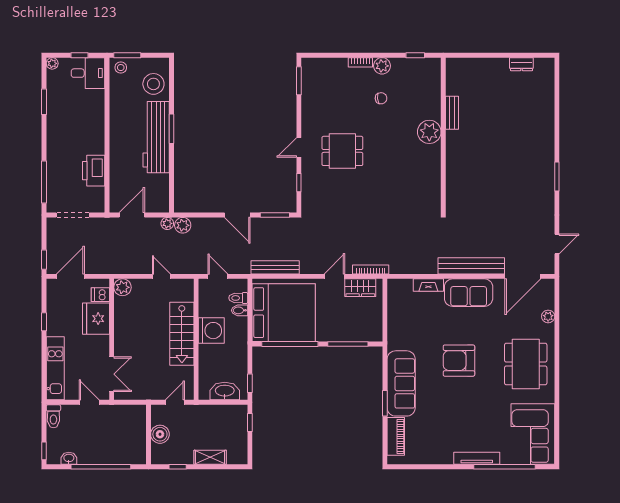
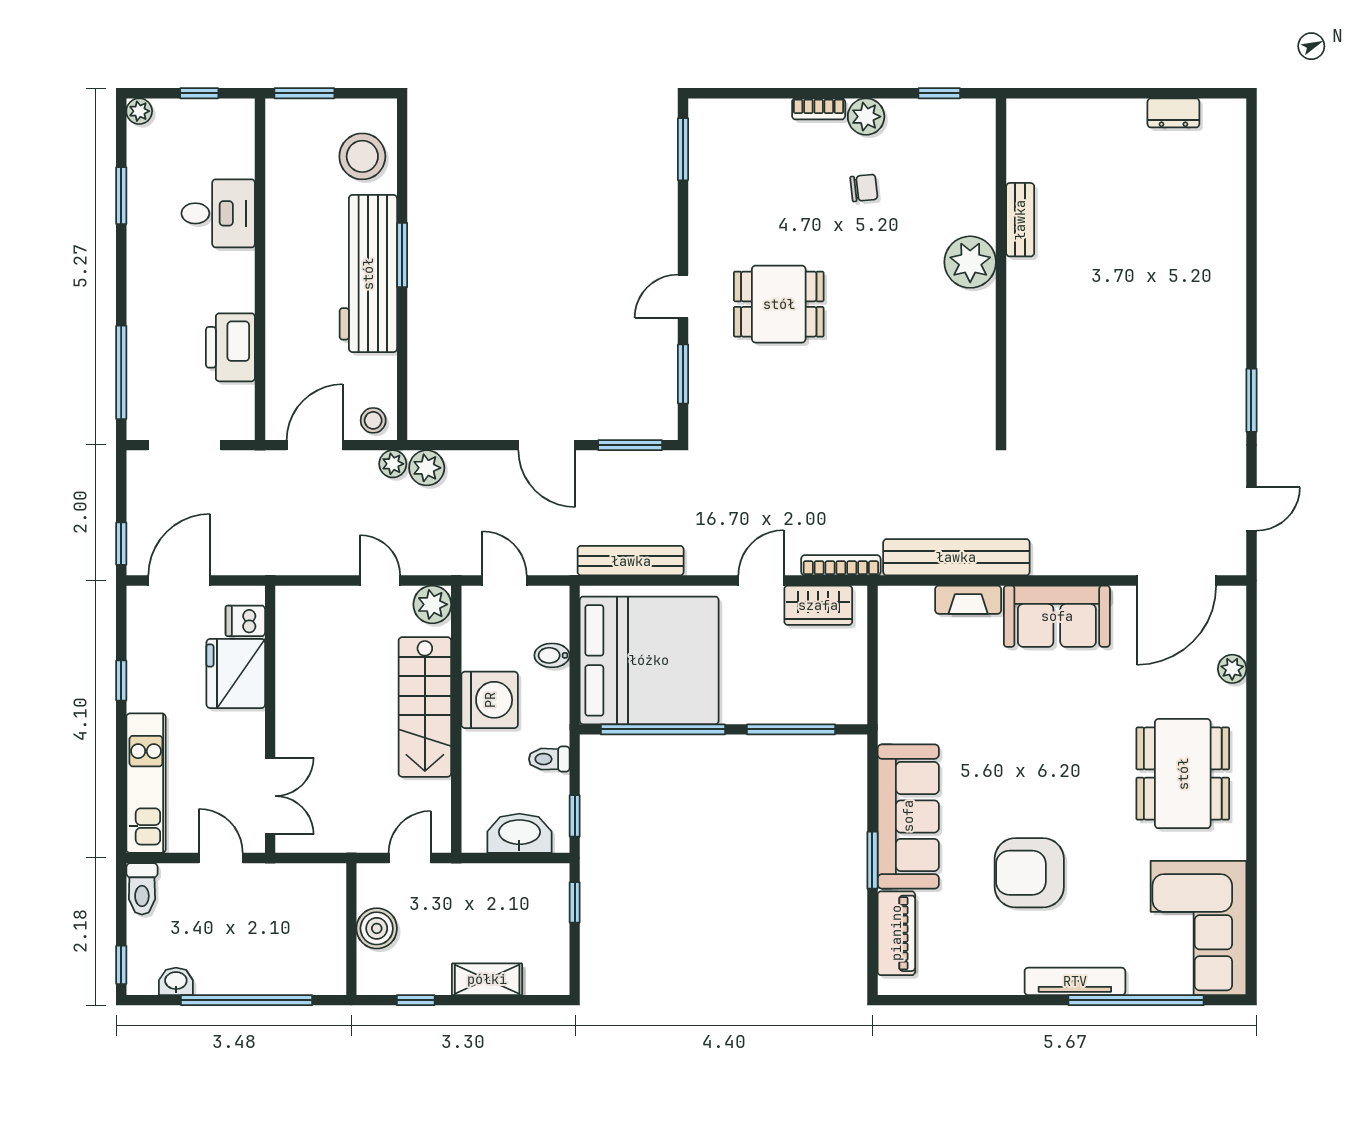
stool: (121, 68) -> (373, 420), moved
desk: (88, 73) -> (218, 213), moved
window: (557, 176) -> (1251, 400), moved
window: (299, 183) -> (683, 374), width x1.50
bench: (471, 266) -> (956, 557), moved
plant: (122, 287) -> (432, 604), moved
toilet: (238, 298) -> (549, 759), moved
armchair: (459, 361) -> (1029, 873), moved

